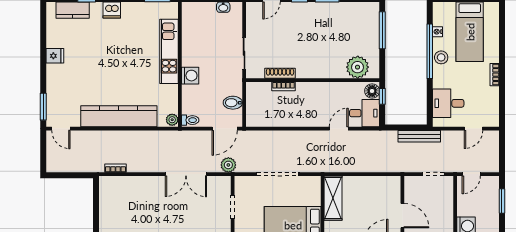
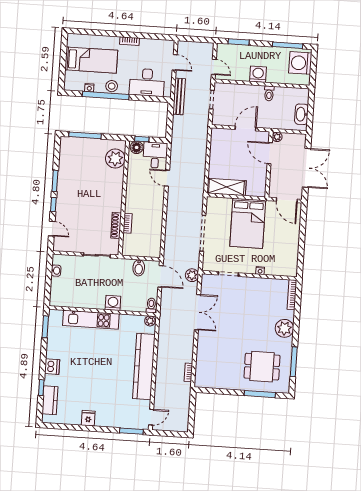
desk: (448, 103) -> (147, 82), width x1.37
bench: (419, 136) -> (179, 96), moved

